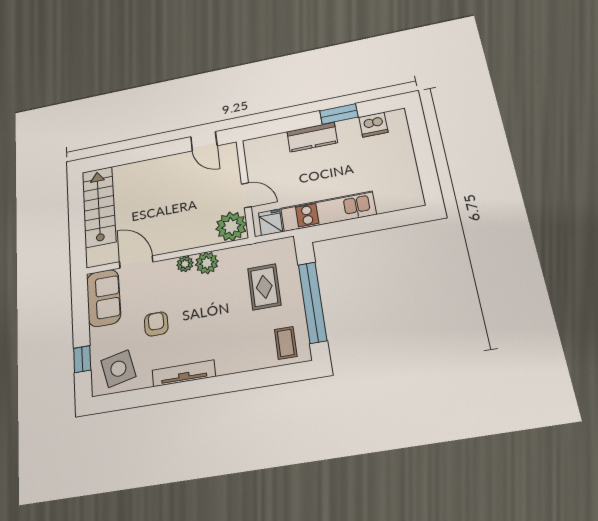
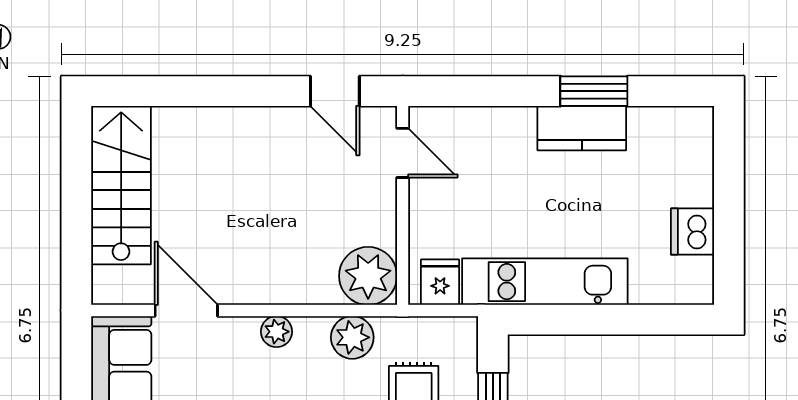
dishwasher: (373, 125) -> (693, 232), moved, turned 90
kitchen counter: (312, 137) -> (582, 128), moved
door: (246, 195) -> (403, 153), moved
plant: (207, 263) -> (352, 337), moved

